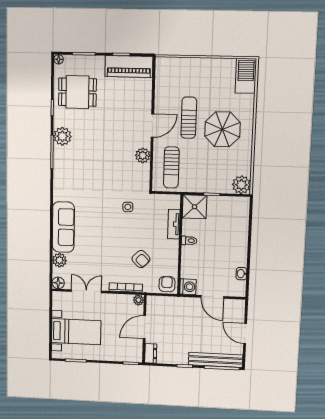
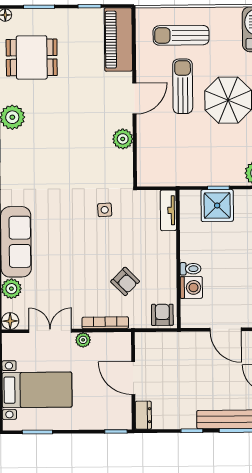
piano: (129, 67) -> (118, 40), moved, turned 90
sun lounger: (171, 167) -> (181, 35), moved, turned 90
shower: (195, 207) -> (217, 205), moved
tv unit: (174, 224) -> (168, 210), moved
toilet: (189, 241) -> (191, 269), moved
washing machine: (188, 287) -> (191, 287), moved
plant: (139, 300) -> (83, 340), moved
door: (144, 327) -> (133, 378), hinge flipped

